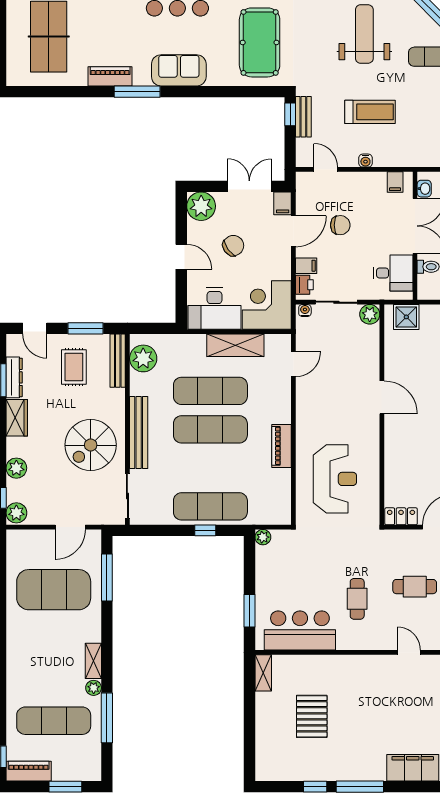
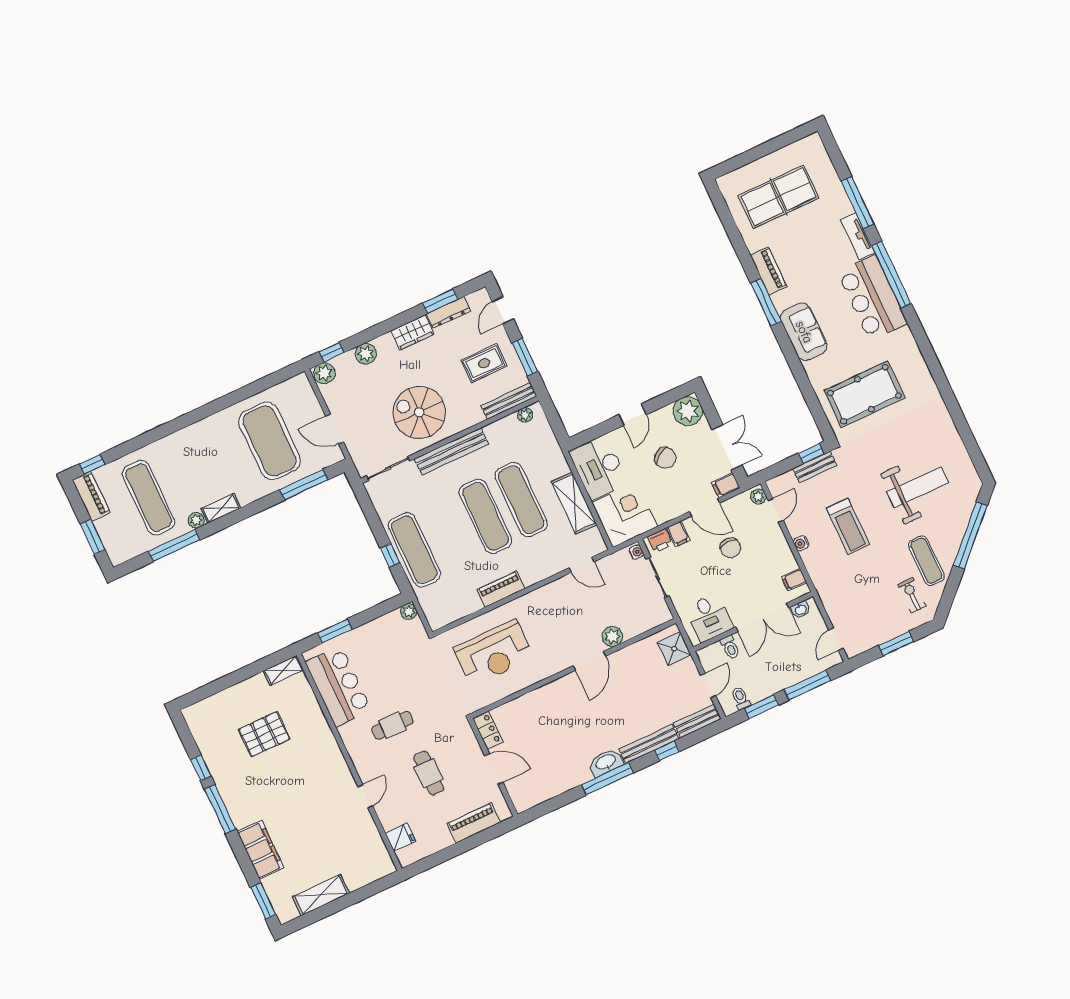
plant: (306, 179) -> (758, 497), added
plant: (370, 314) -> (612, 636), moved
plant: (143, 358) -> (525, 415), width x0.53, depth x0.53

